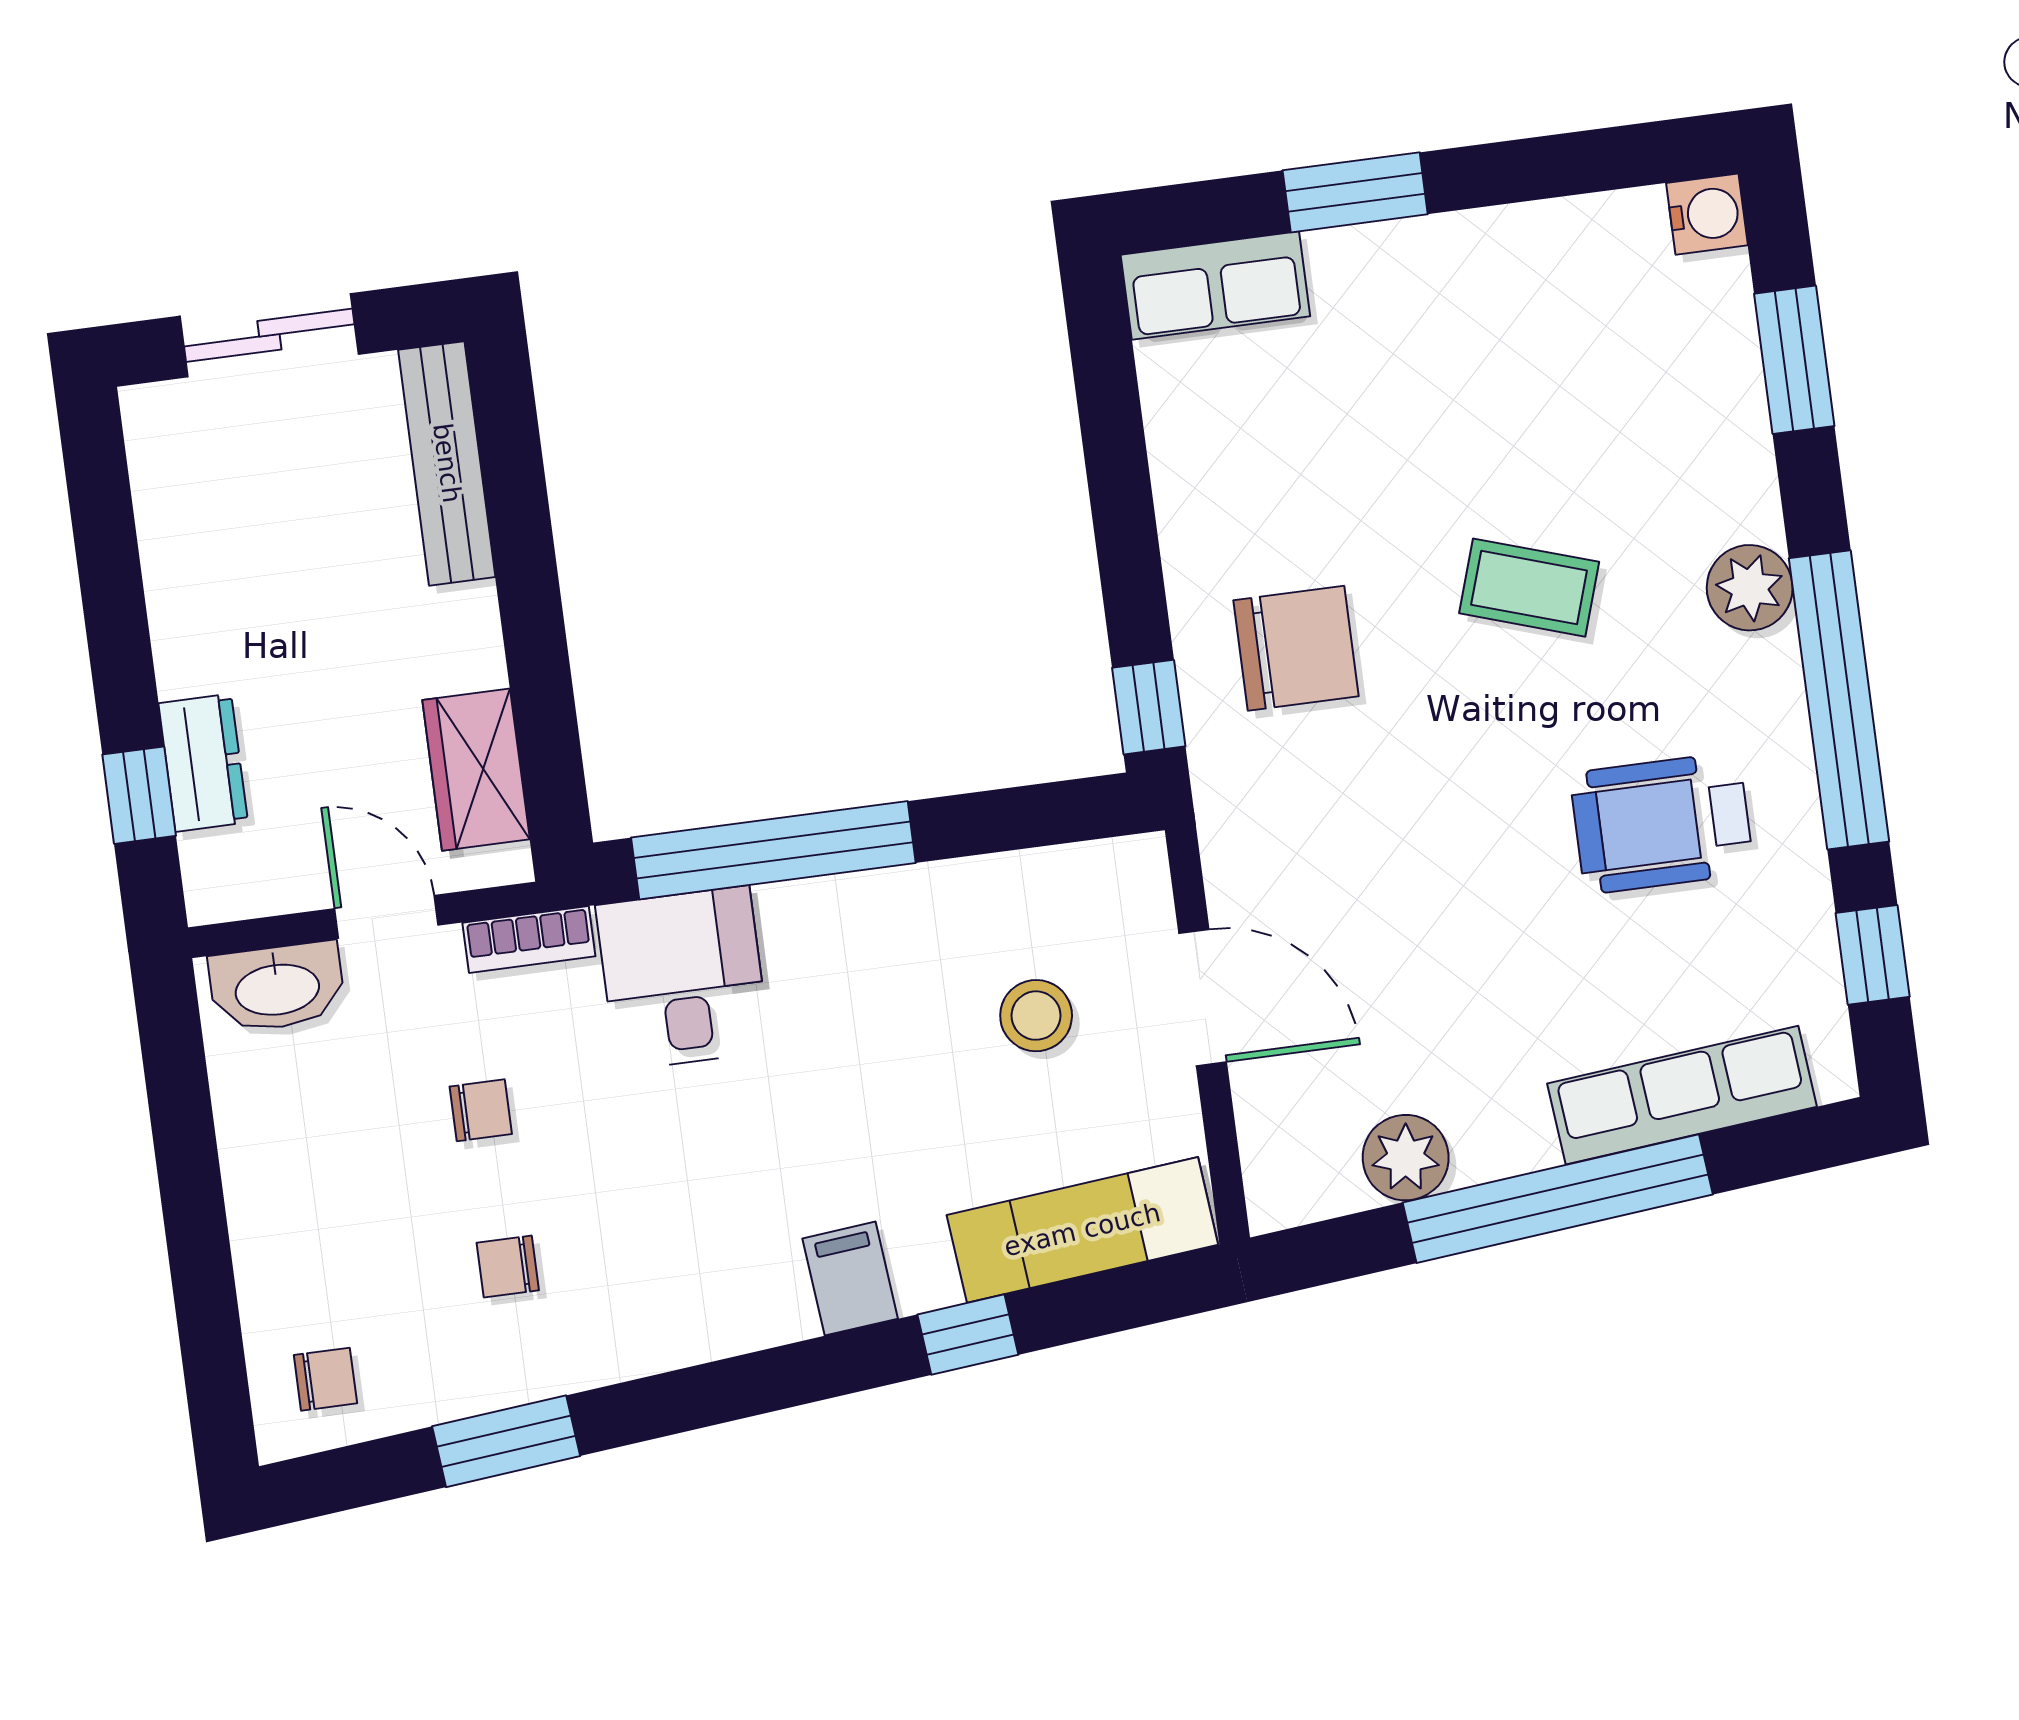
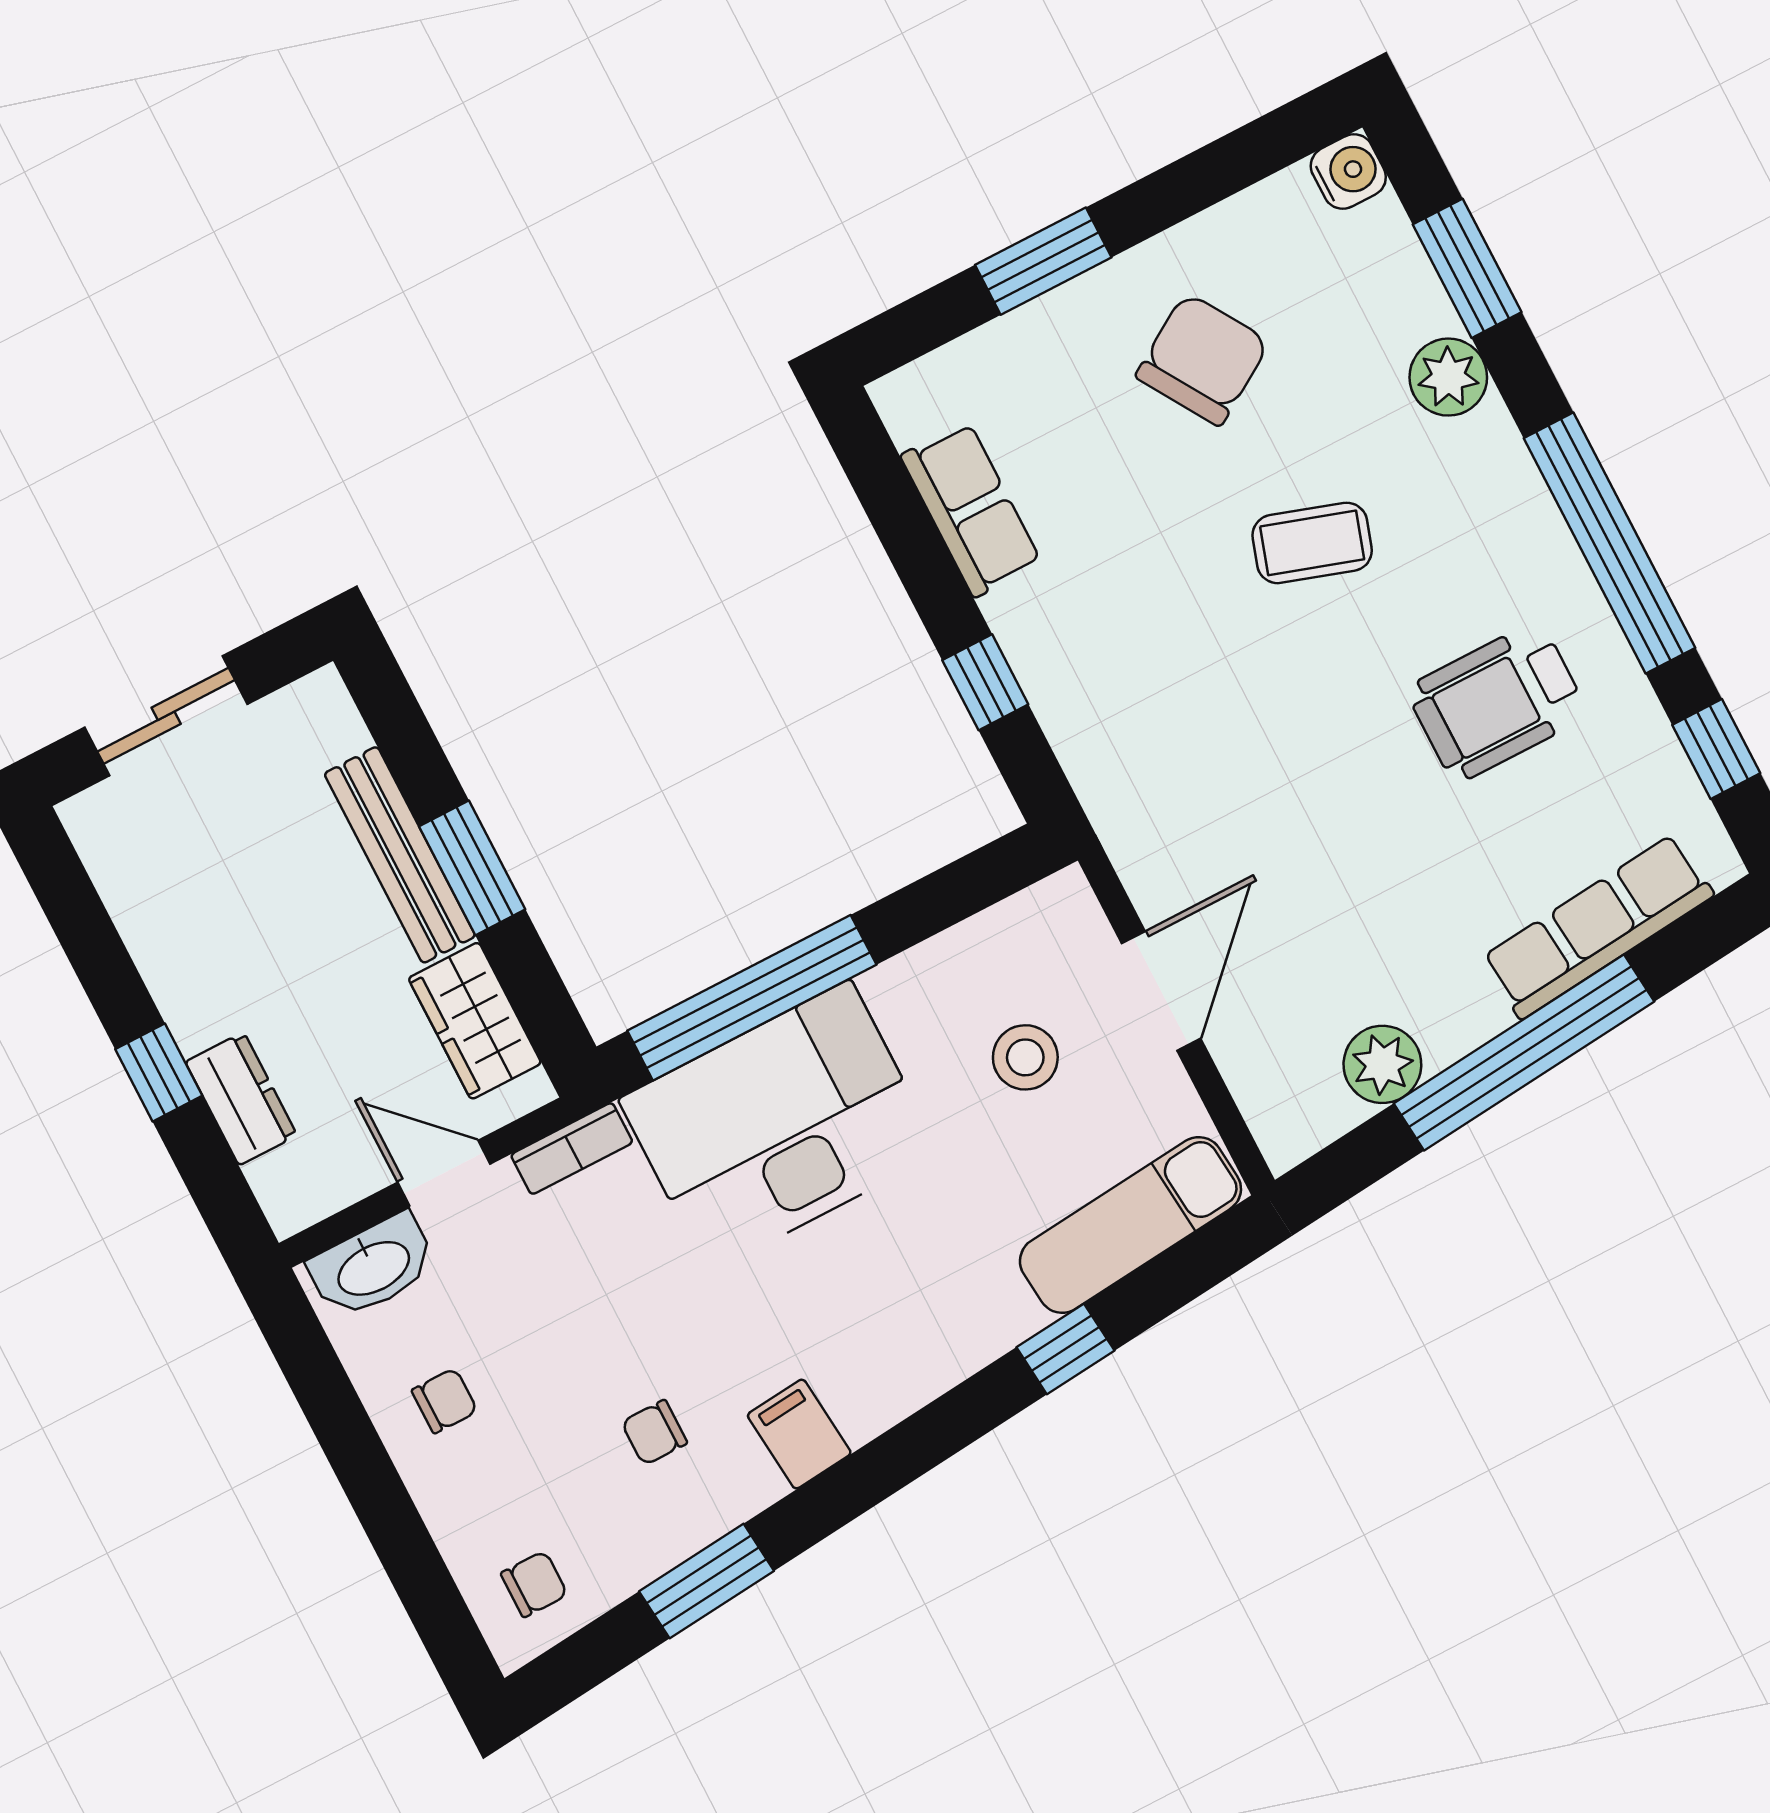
row of seats: (1215, 286) -> (971, 509), moved, turned -90
bench: (447, 463) -> (400, 855), moved
plant: (1750, 588) -> (1448, 377), moved
window: (531, 609) -> (472, 868), added
chair: (1296, 648) -> (1203, 359), moved, turned -32
window: (1149, 707) -> (985, 682), moved
window: (139, 795) -> (159, 1072), moved
desk: (683, 978) -> (779, 1126), width x1.87, depth x1.30
door: (1203, 998) -> (1161, 991), hinge flipped
chair: (481, 1110) -> (445, 1401), moved
filing cabinet: (850, 1279) -> (799, 1434), moved

